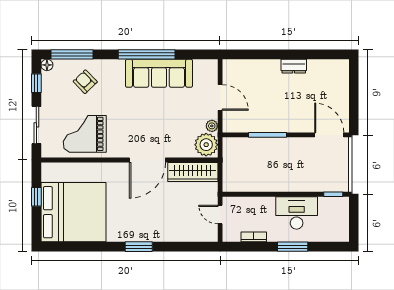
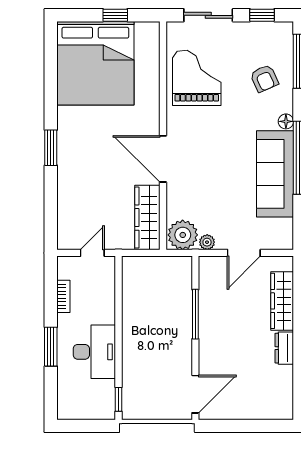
floor lamp: (47, 65) -> (286, 121), moved
wardrobe: (257, 68) -> (282, 301), added
armchair: (85, 82) -> (264, 78), turned 110

